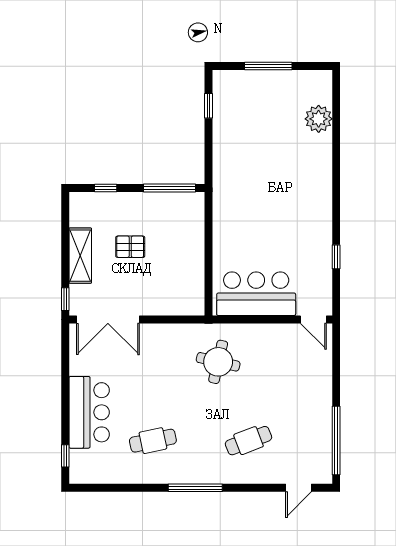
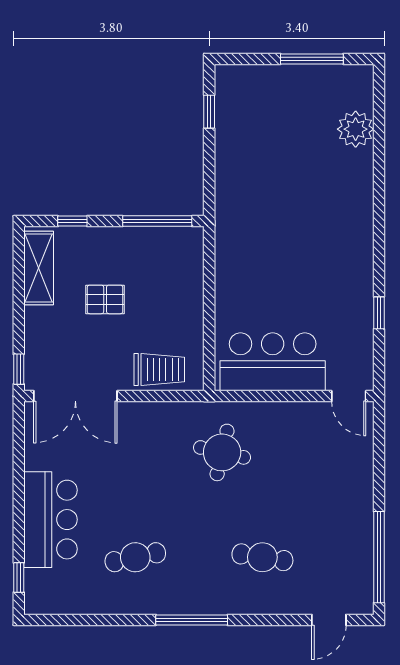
window: (268, 66) -> (312, 59), moved
shelving: (80, 256) -> (39, 268), moved
trolley: (171, 299) -> (159, 370), added
cafe table: (248, 441) -> (262, 557), turned 30

